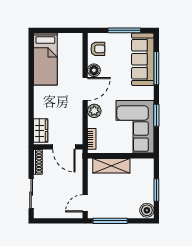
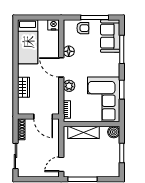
nightstand: (76, 39) -> (53, 25), added
armchair: (98, 49) -> (83, 28), moved
sofa: (143, 59) -> (110, 36), width x0.73
door: (85, 89) -> (61, 67), swing flipped
wardrobe: (41, 131) -> (24, 87), moved
boiler: (147, 210) -> (114, 132), moved

